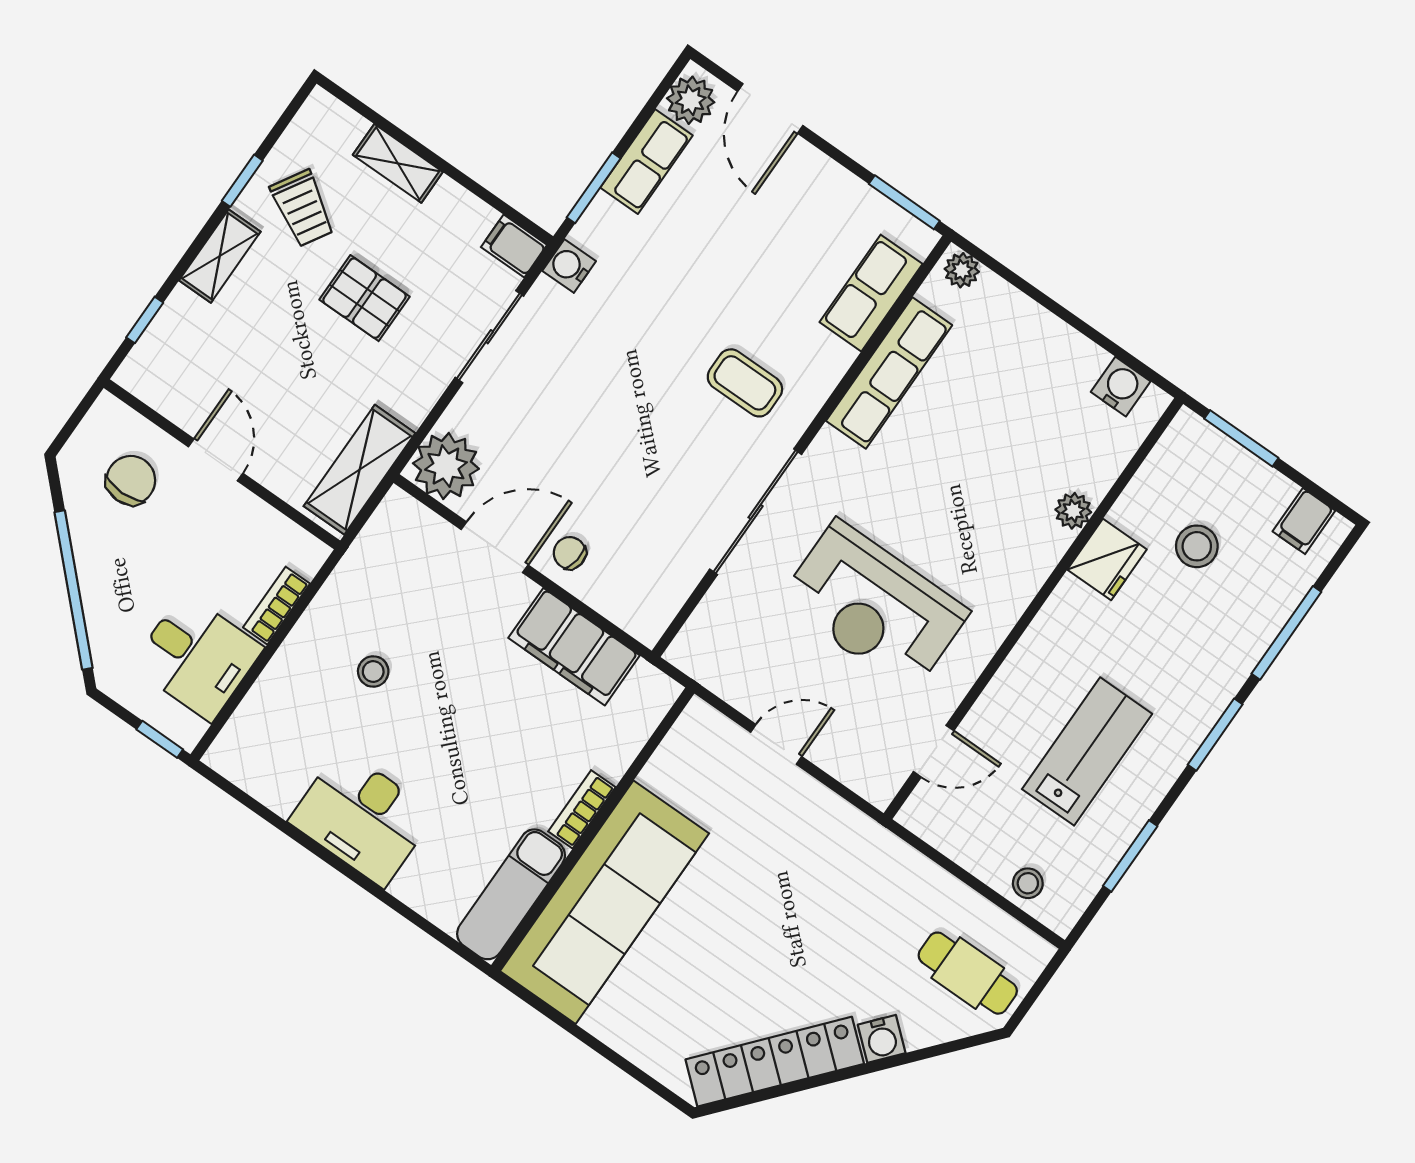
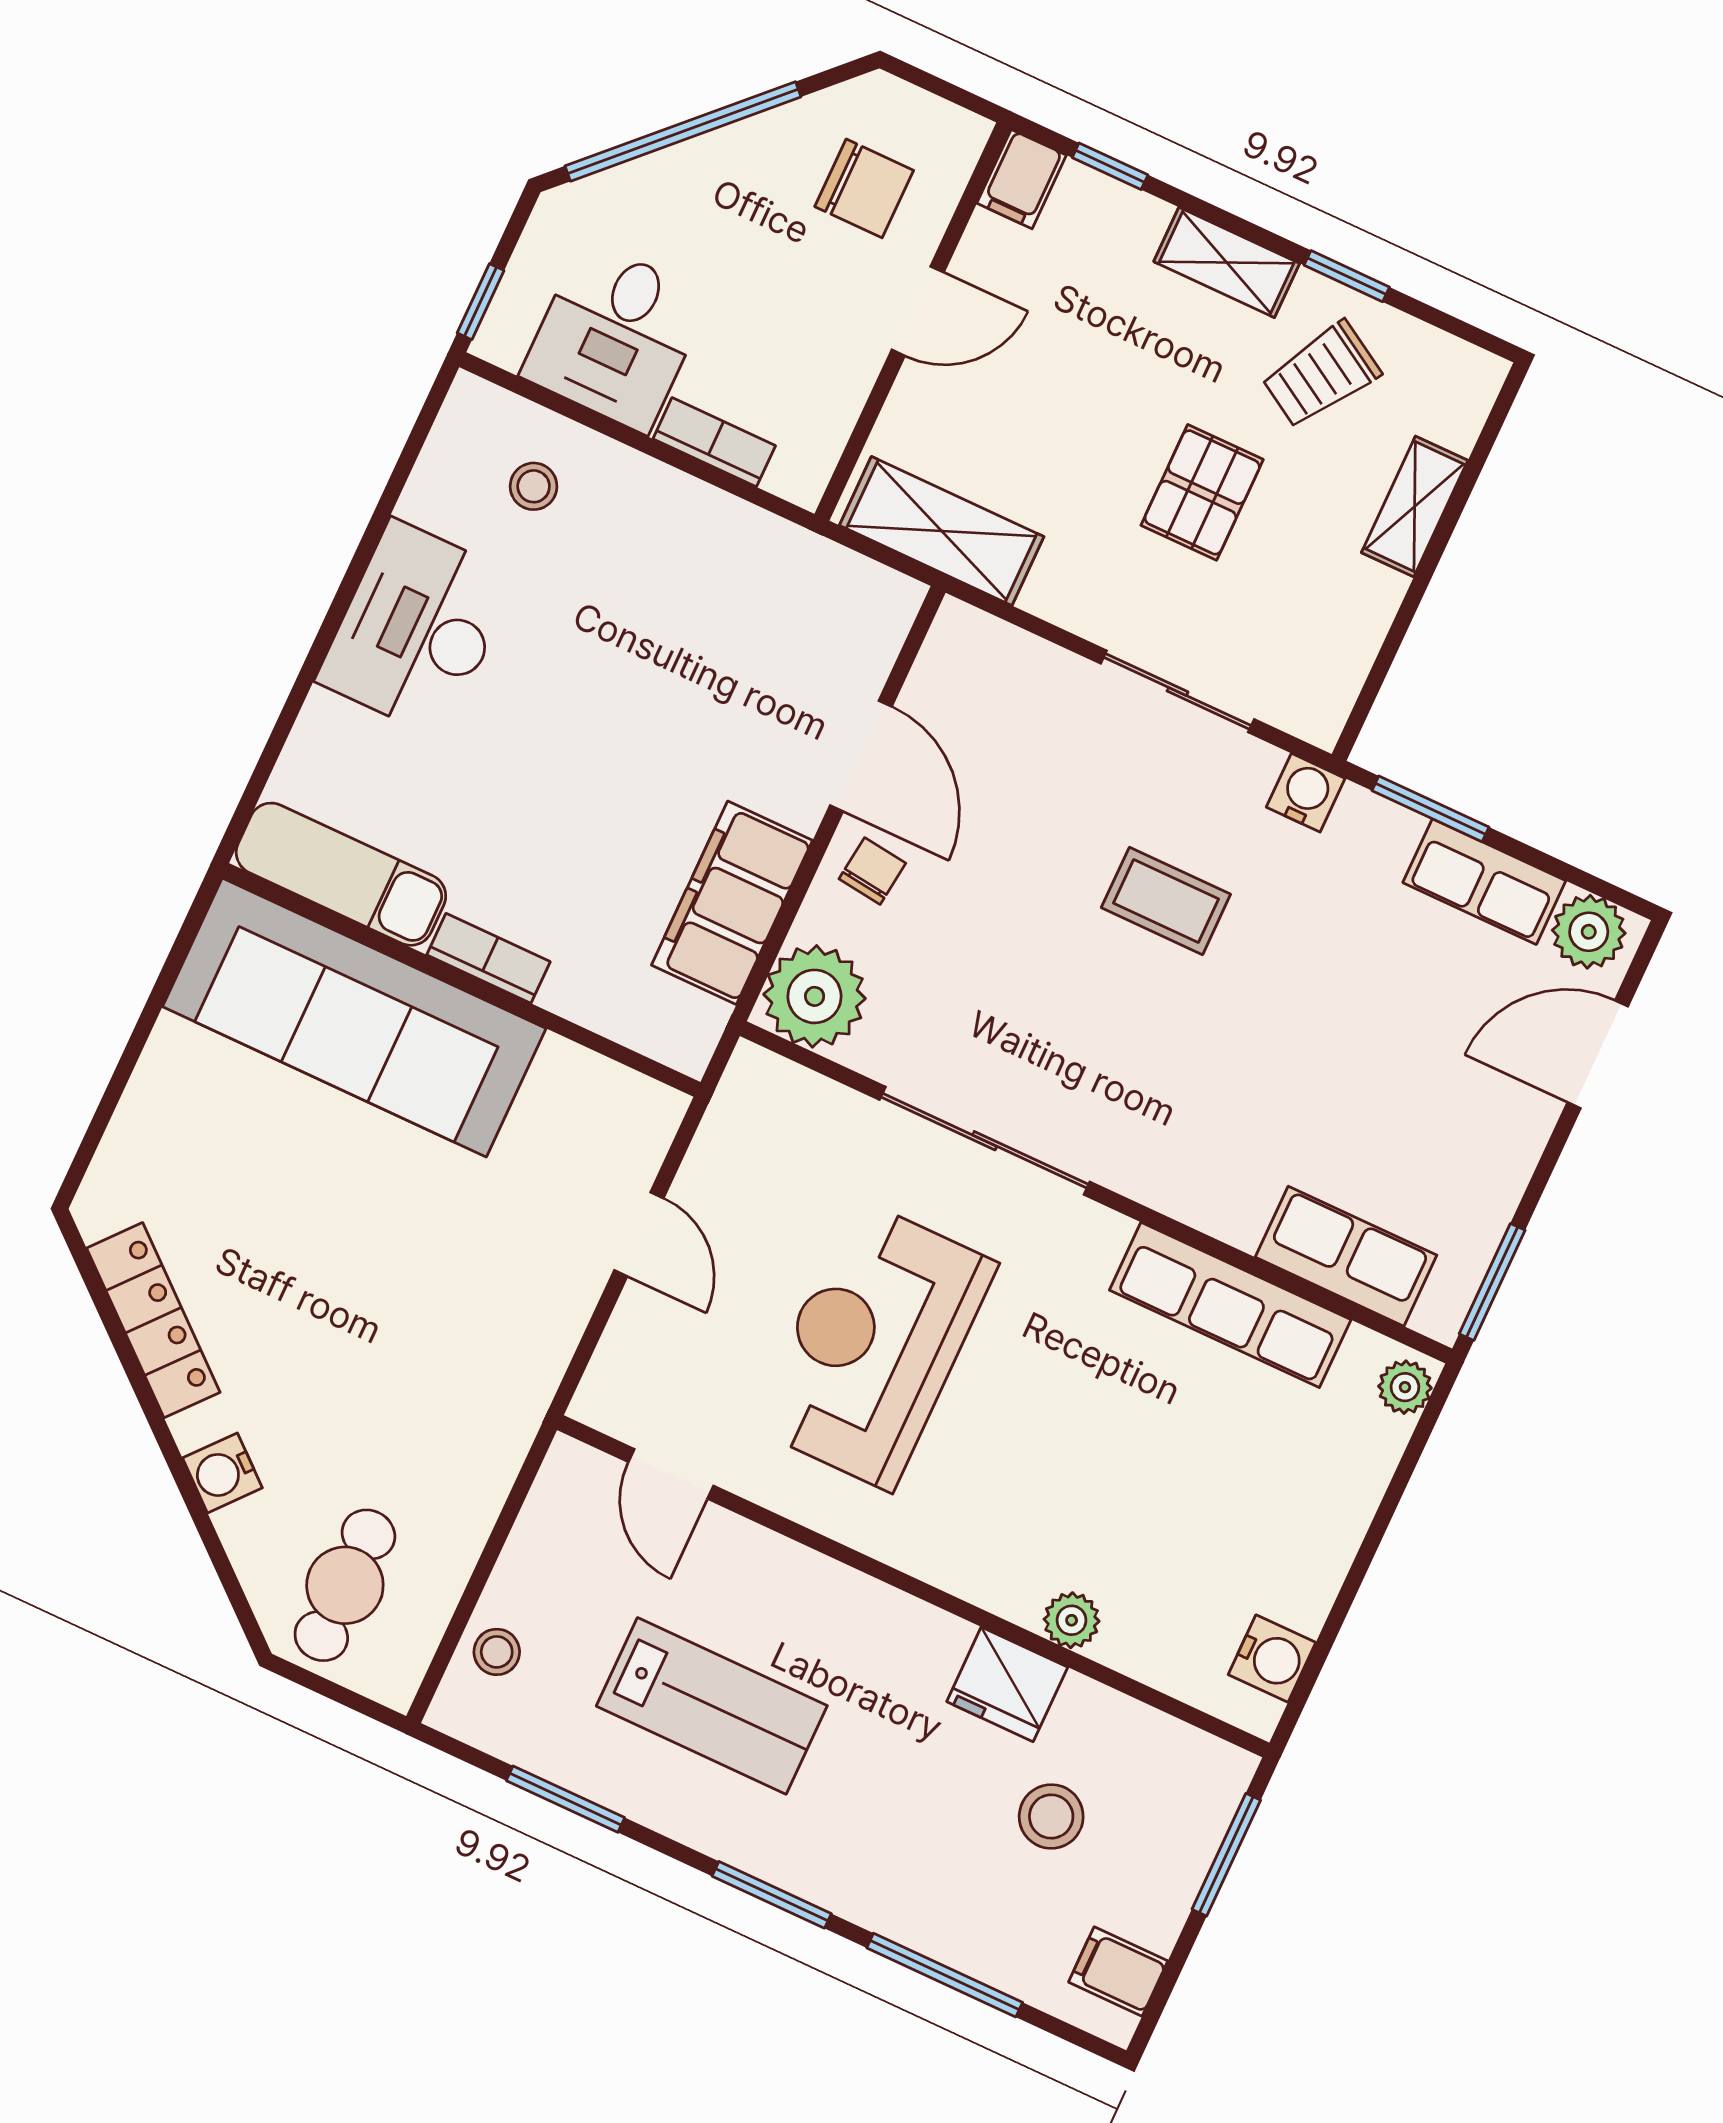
filing cabinet: (514, 246) -> (1022, 179), moved, turned 180
coffee table: (745, 383) -> (1166, 901), moved, turned 90
plant: (446, 466) -> (815, 996), moved
stool: (373, 671) -> (534, 486), moved
locker: (775, 1062) -> (153, 1320), width x0.71, depth x0.83

